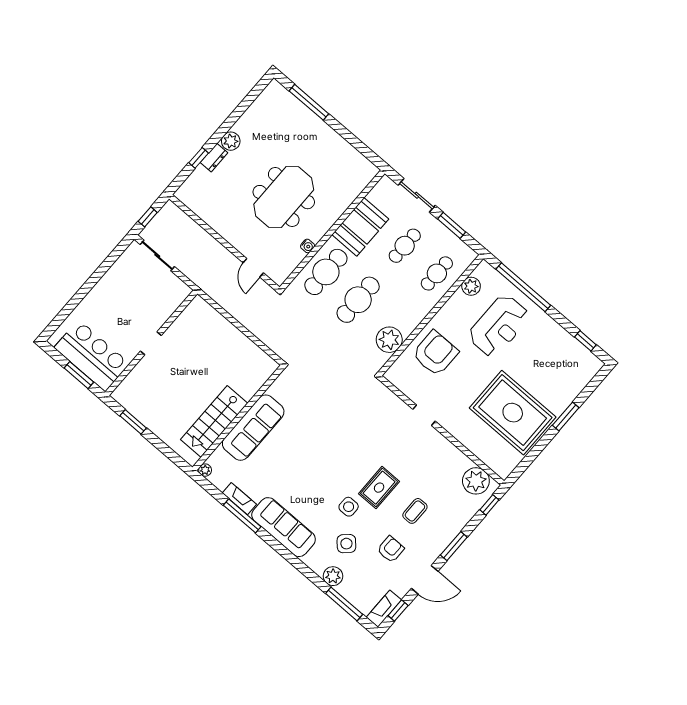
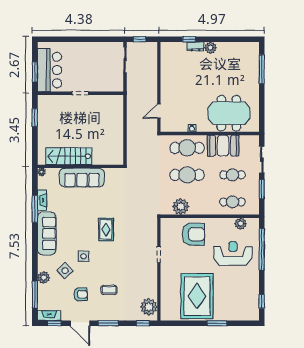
meeting table: (284, 197) -> (229, 113), moved
reception desk: (499, 326) -> (233, 253), turned 180
rug: (379, 488) -> (106, 230), moved, turned 90

